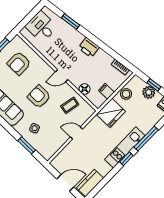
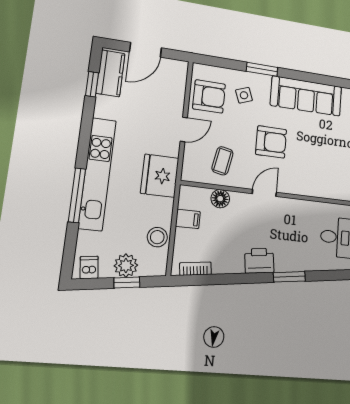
window: (70, 21) -> (289, 277), moved
armchair: (19, 63) -> (209, 96), moved, turned 90
fridge: (111, 113) -> (160, 176), moved
window: (27, 145) -> (262, 69), moved
kitchen unit: (125, 147) -> (97, 174), width x1.36
window: (126, 159) -> (92, 84), moved

